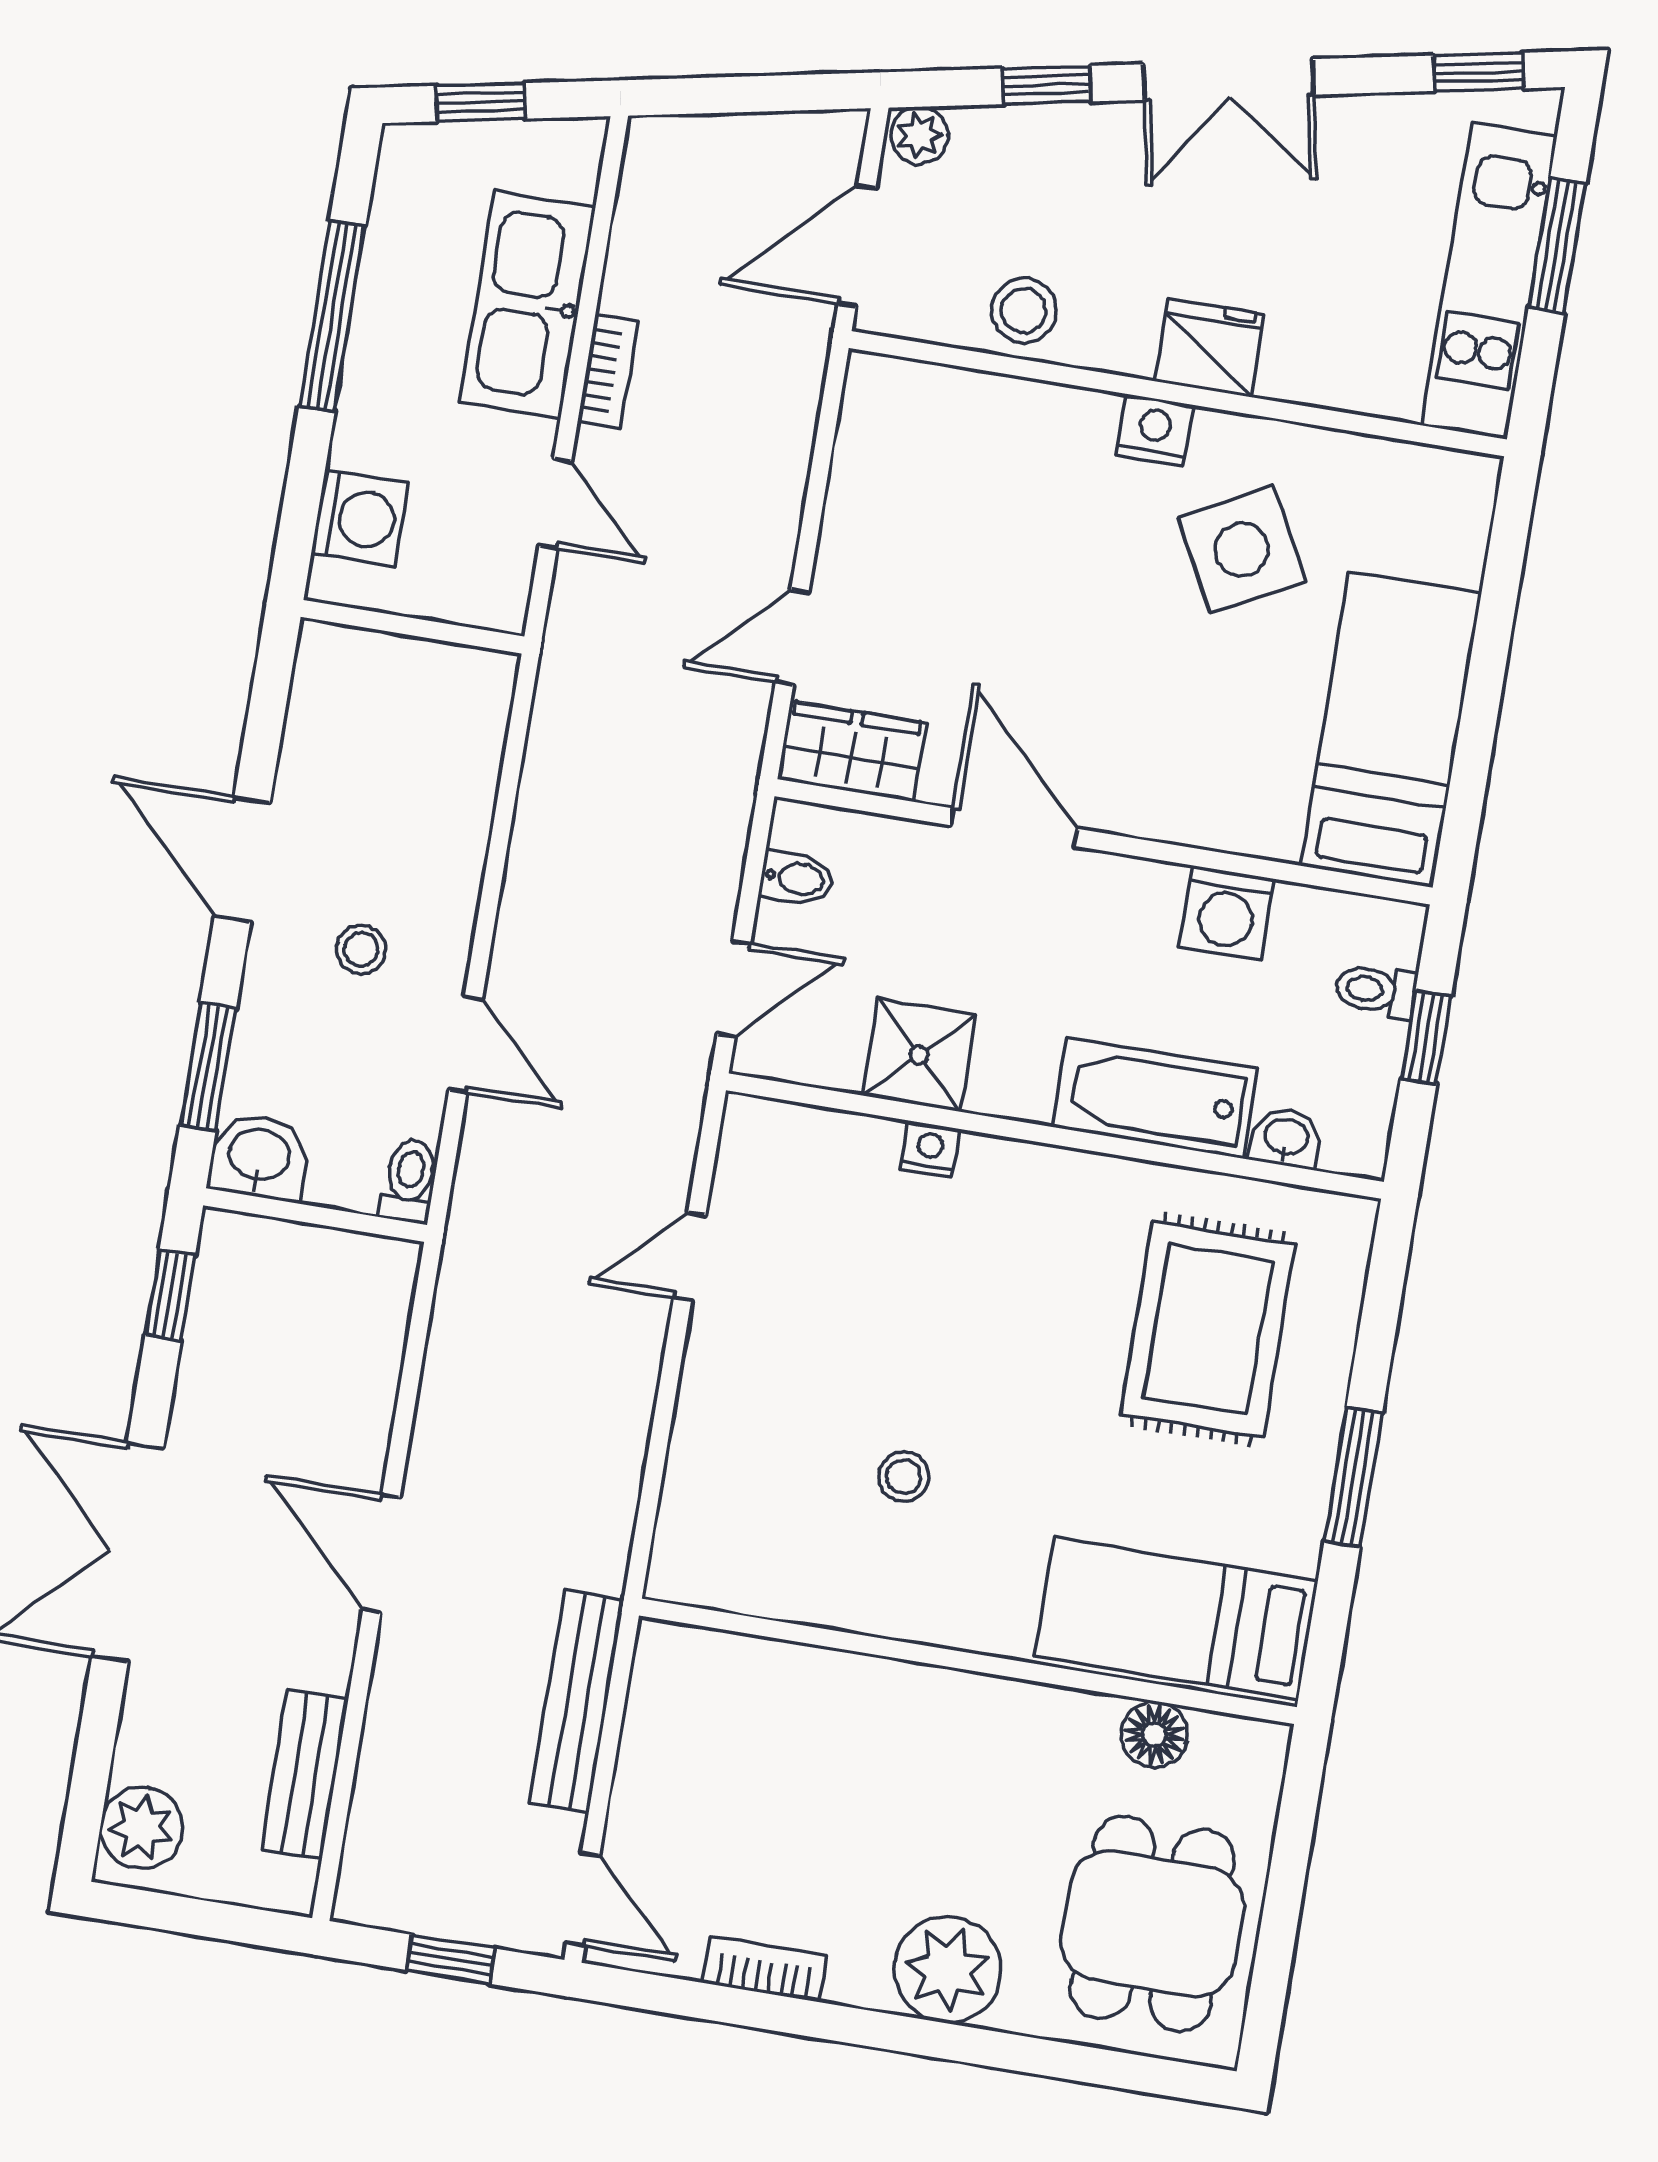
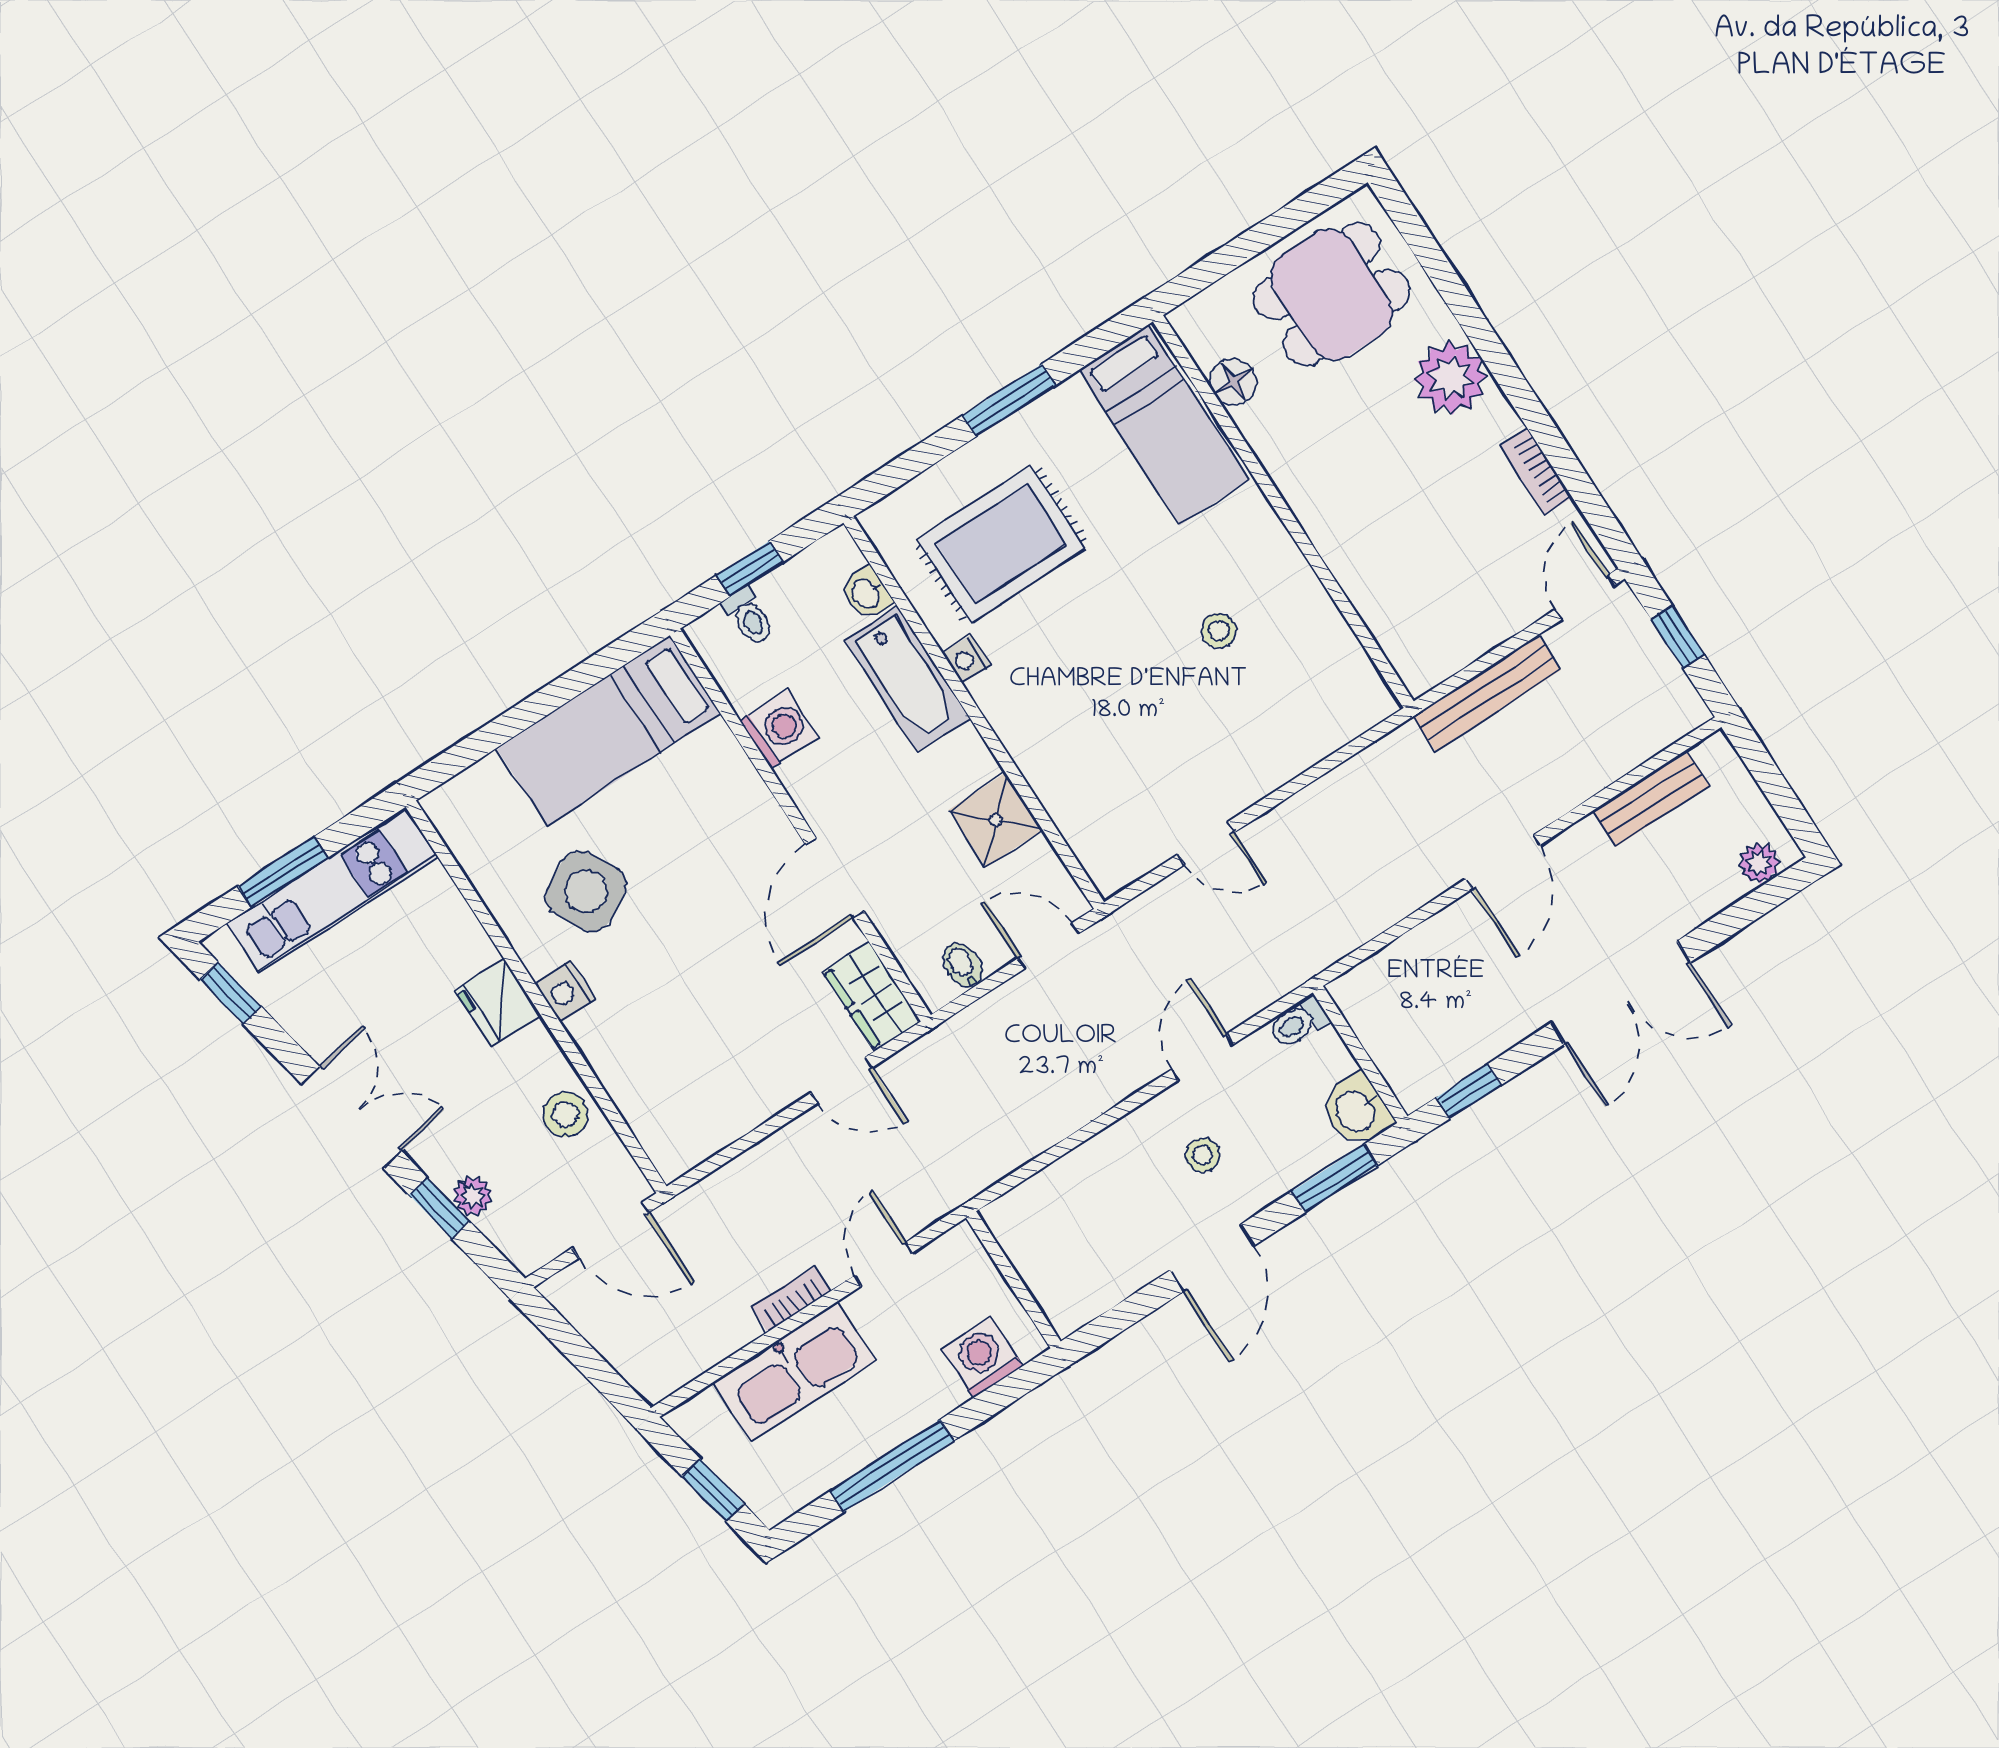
plant: (919, 135) -> (472, 1196), moved
nightstand: (930, 1149) -> (967, 659), moved
plant: (142, 1828) -> (1759, 863), width x0.73, depth x0.73

